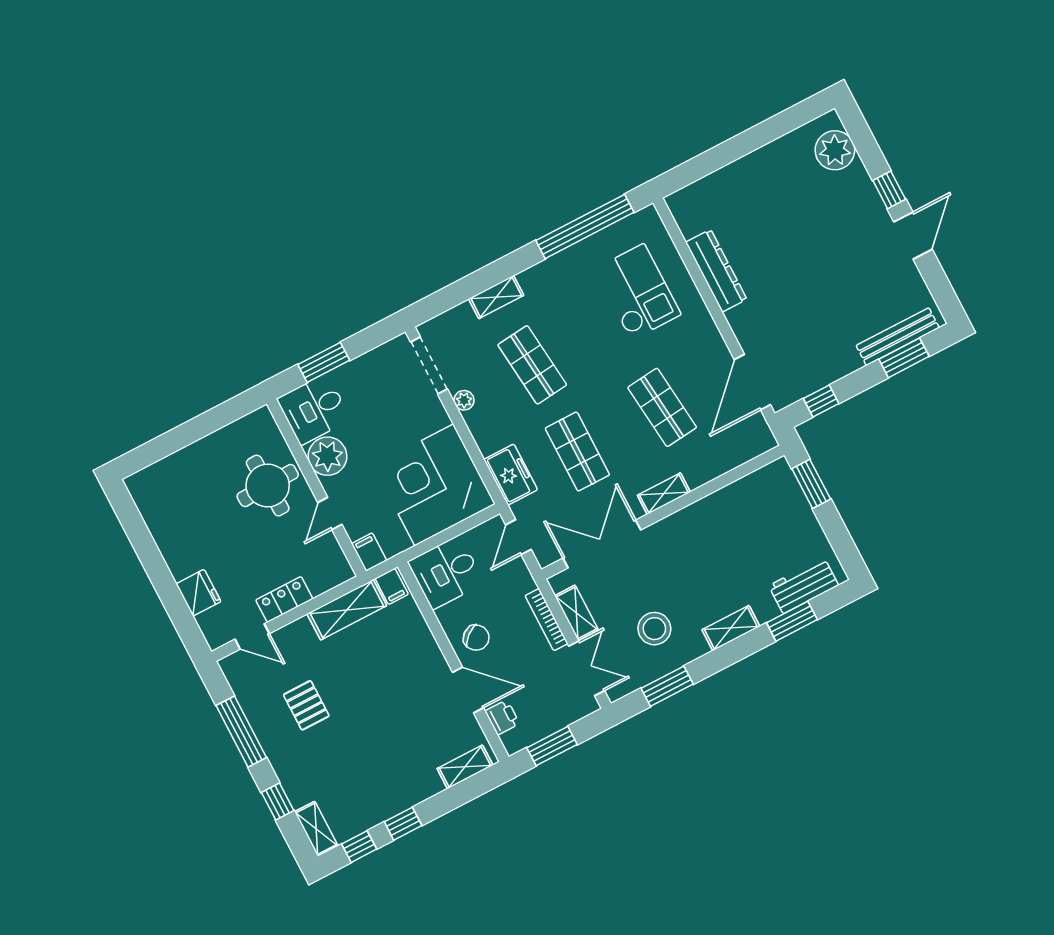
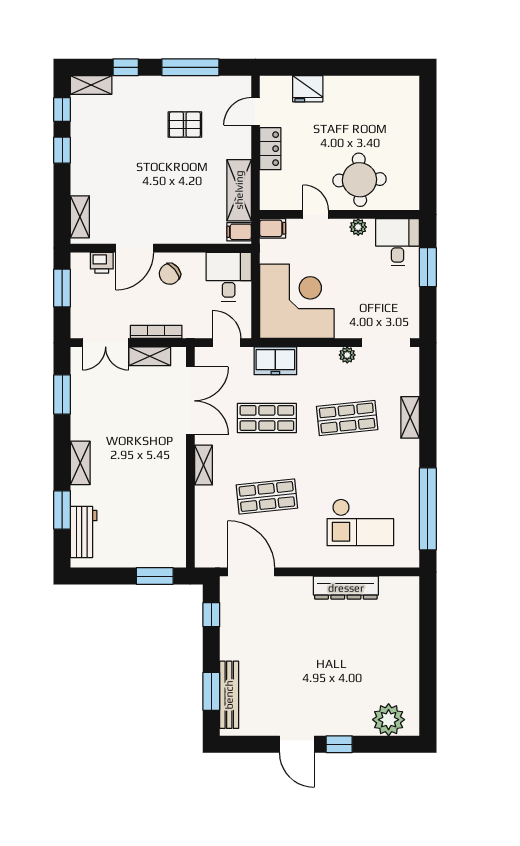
plant: (328, 456) -> (358, 227), width x0.53, depth x0.53
stool: (654, 629) -> (109, 407), removed

